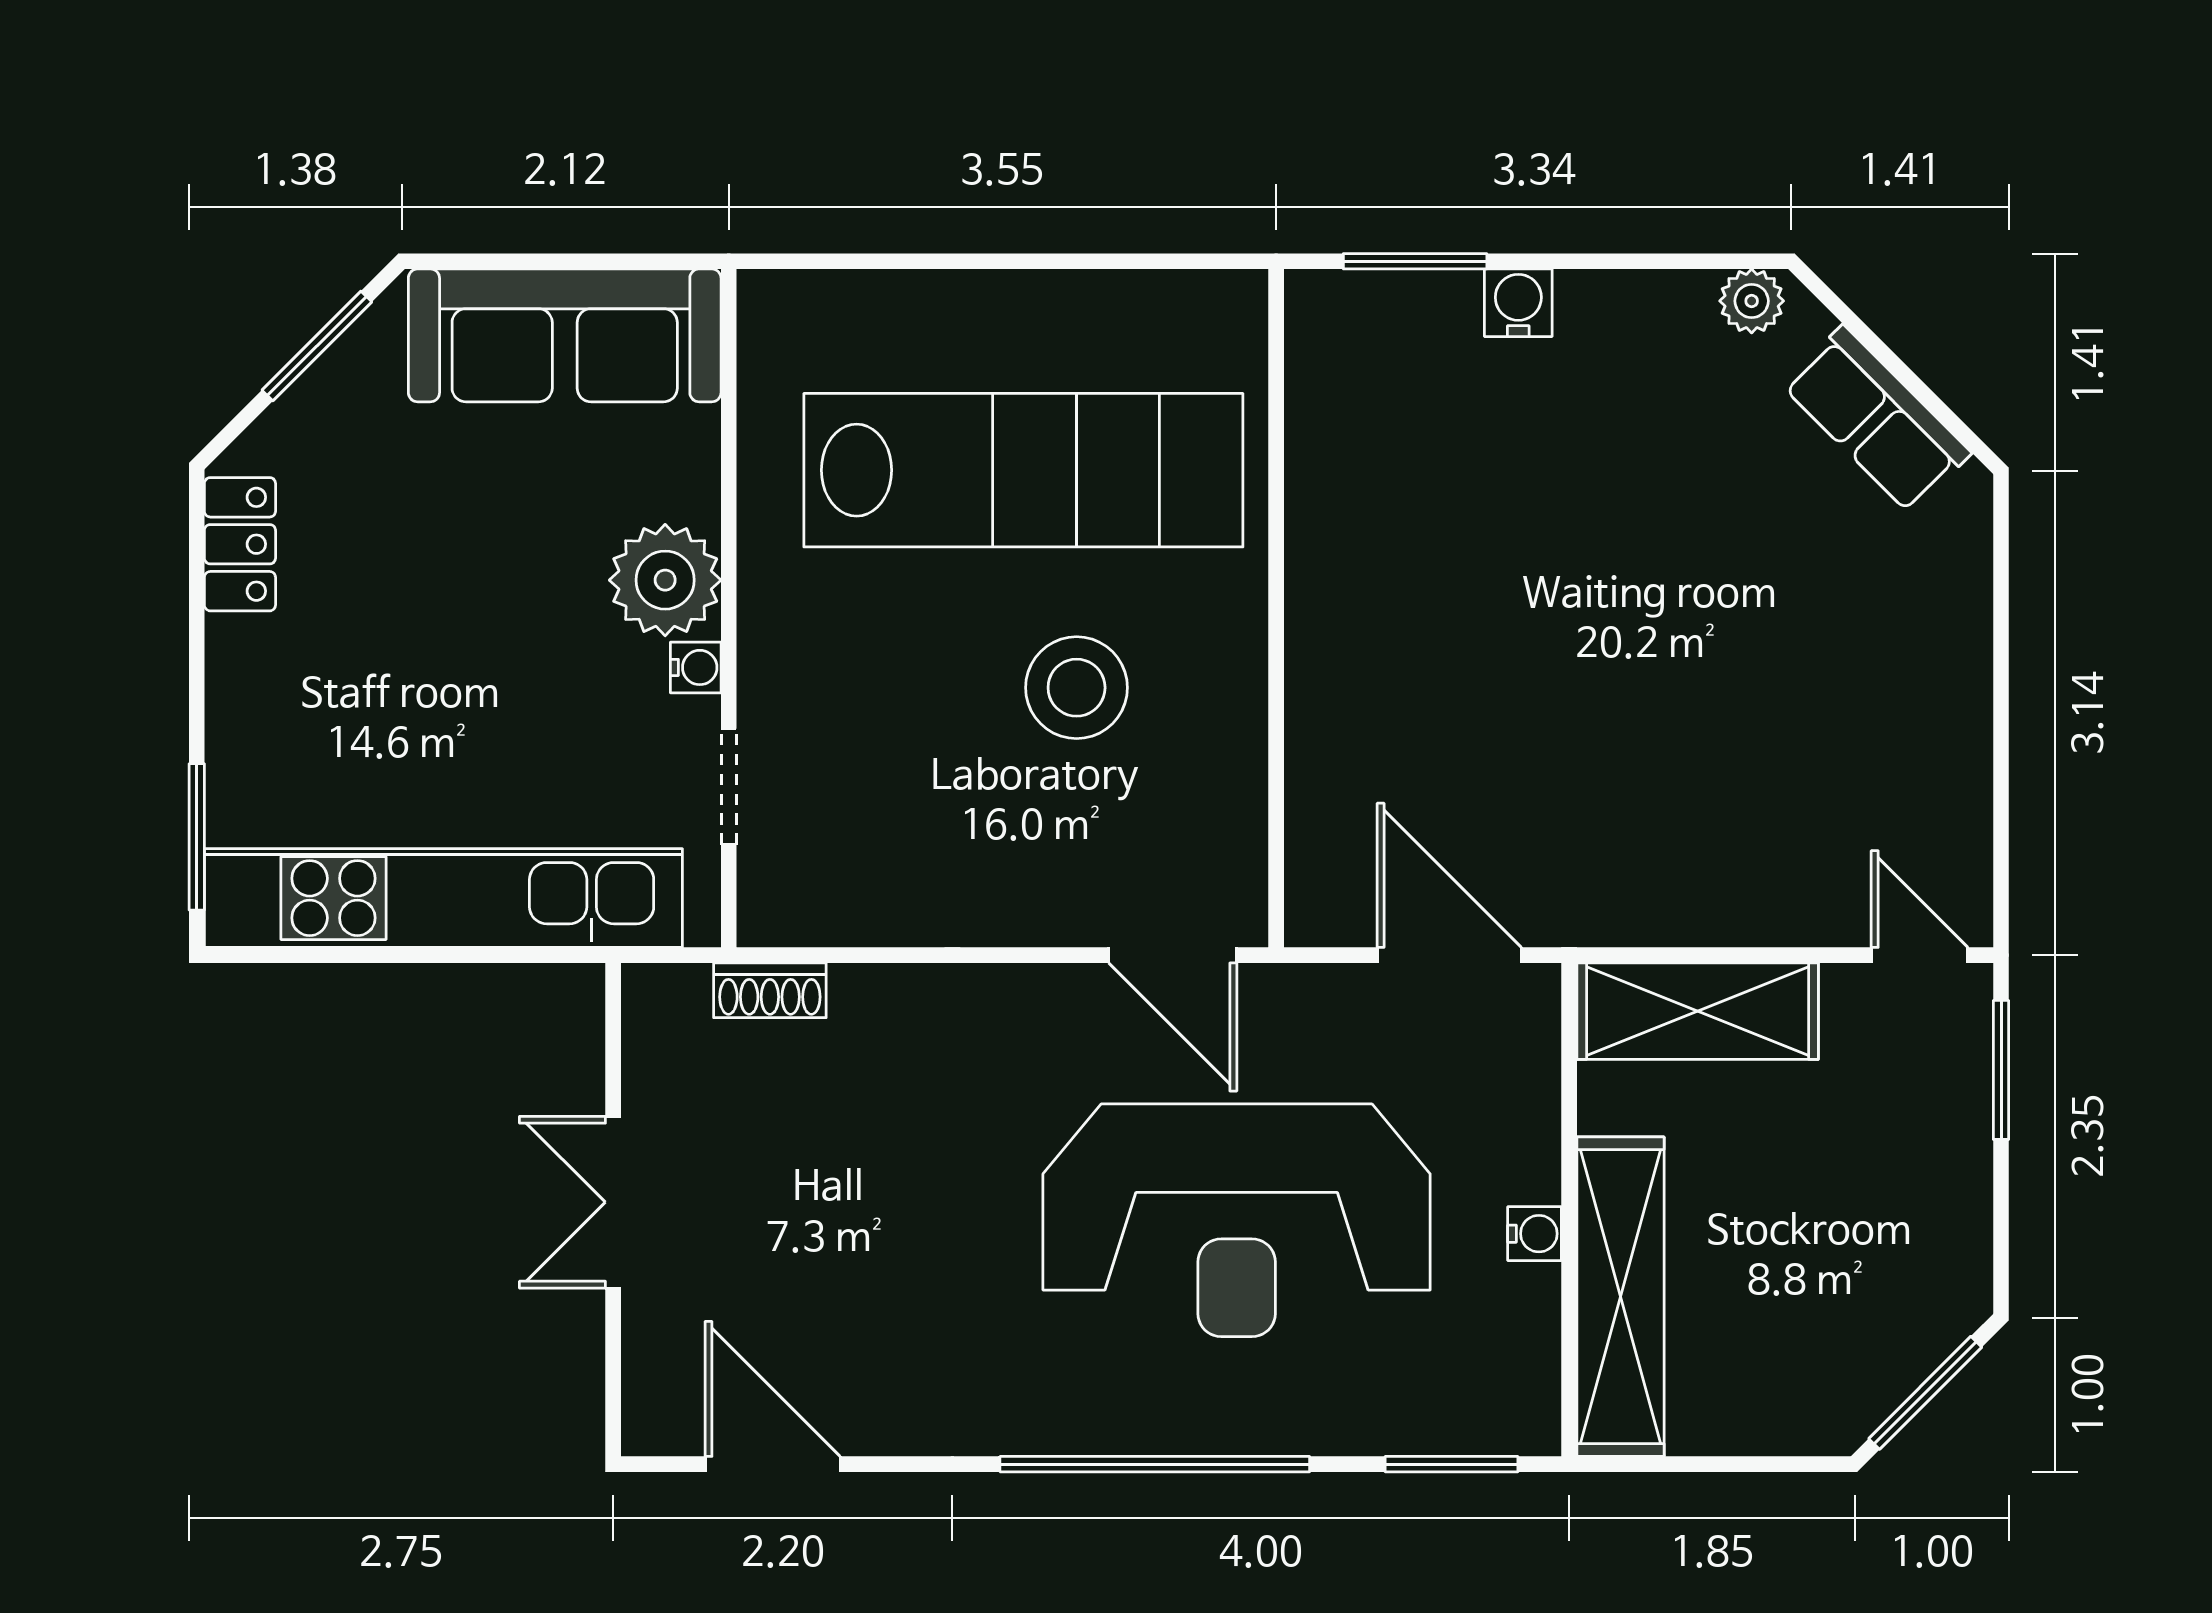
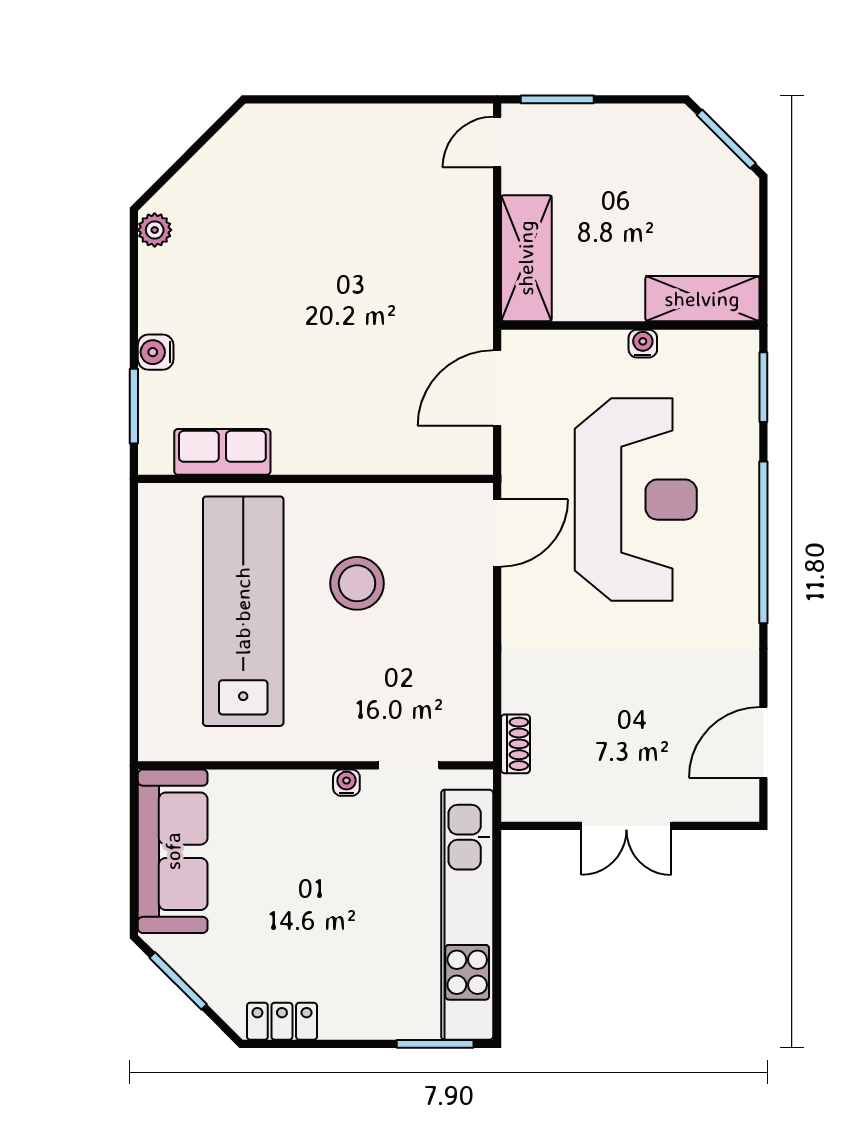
row of seats: (1877, 419) -> (222, 452), moved, turned -135
plant: (665, 580) -> (301, 799), removed
shelving: (1620, 1297) -> (702, 299), width x0.68

